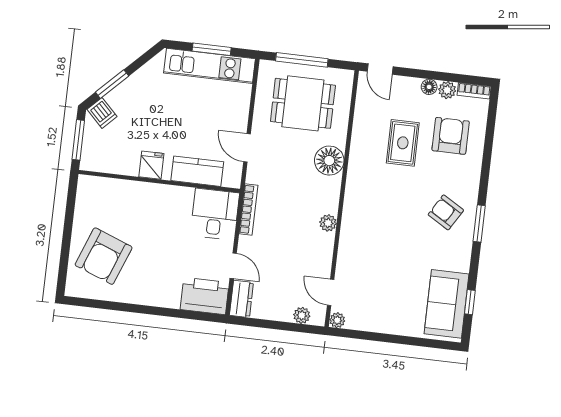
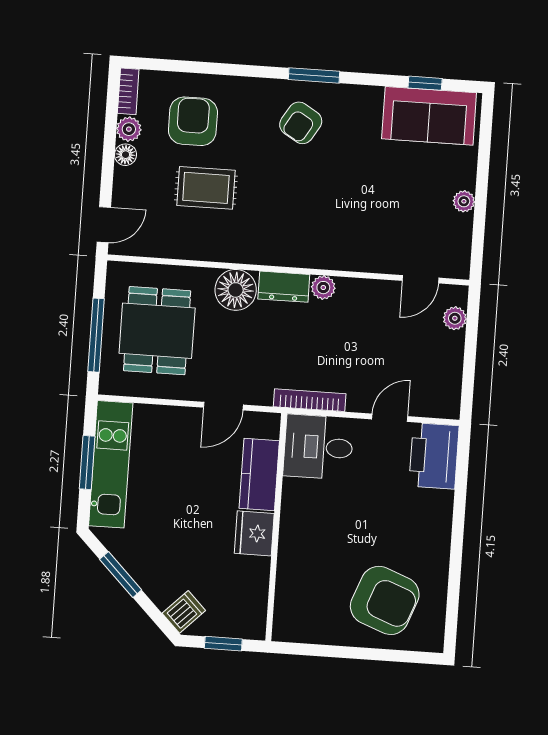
window: (112, 84) -> (121, 575), moved
armchair: (451, 136) -> (193, 121), turned 90
window: (78, 140) -> (223, 644), width x0.67
fridge: (151, 165) -> (254, 533), width x1.38
dresser: (241, 299) -> (284, 287), moved, turned 180
plant: (337, 320) -> (464, 201), moved

